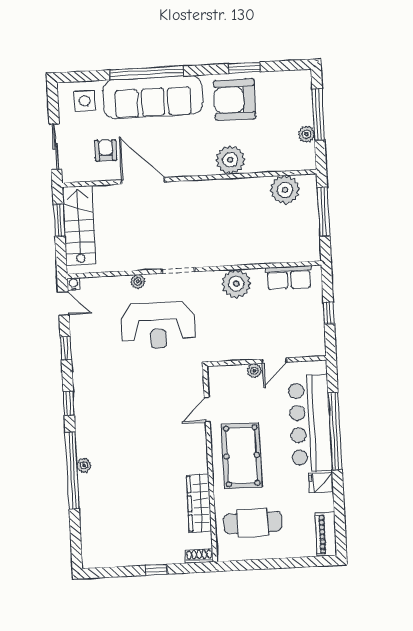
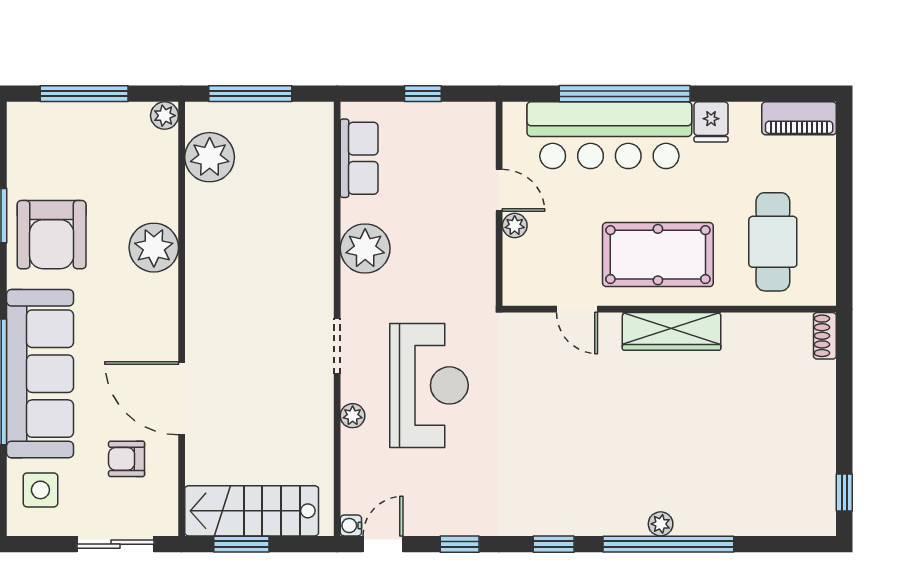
plant: (307, 134) -> (165, 116), moved
door: (143, 181) -> (182, 398), hinge flipped
wardrobe: (199, 503) -> (672, 331), moved
window: (156, 570) -> (844, 493), moved

